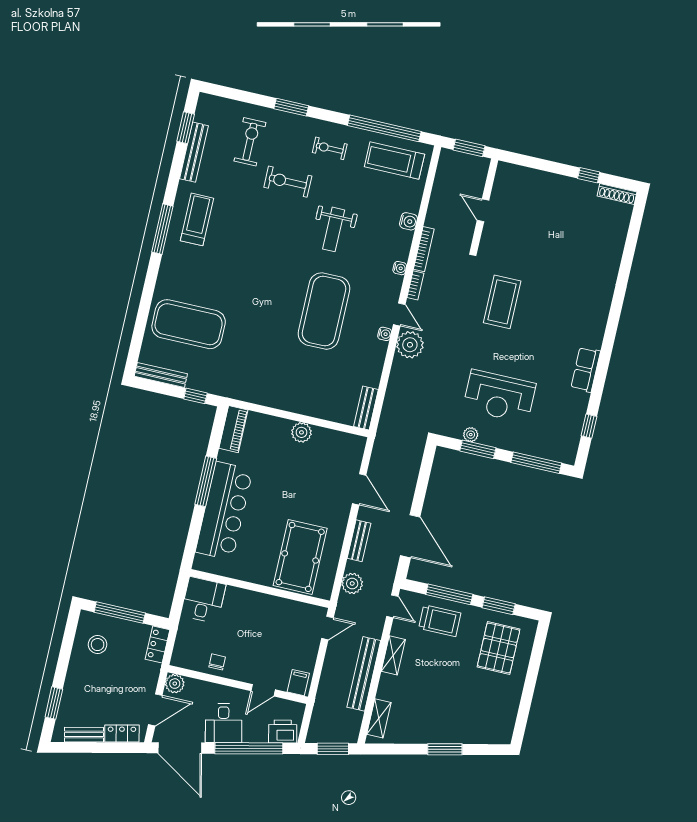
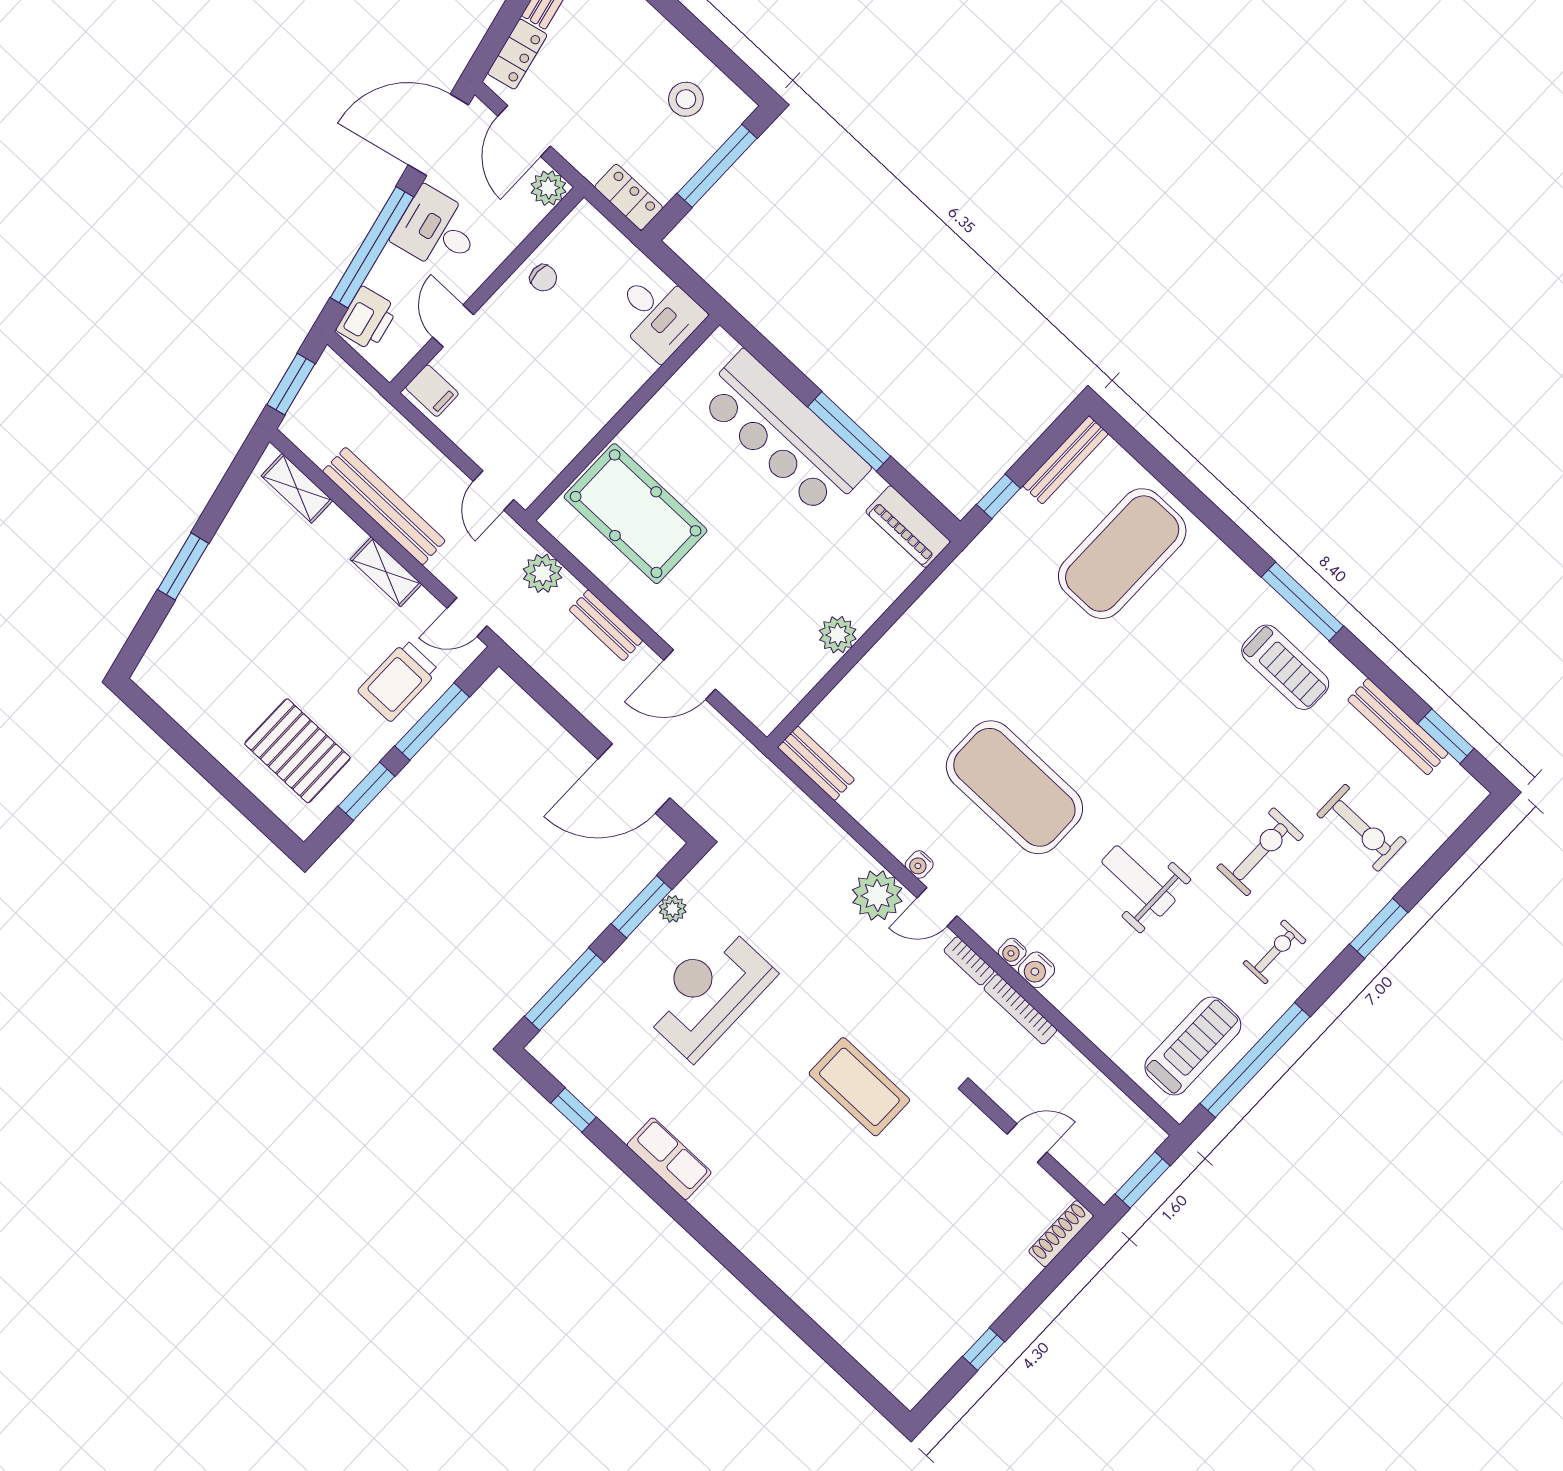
shoe rack: (617, 194) -> (1061, 1234), moved
water cooler: (408, 221) -> (1037, 970), moved
door: (410, 536) -> (634, 778), moved

